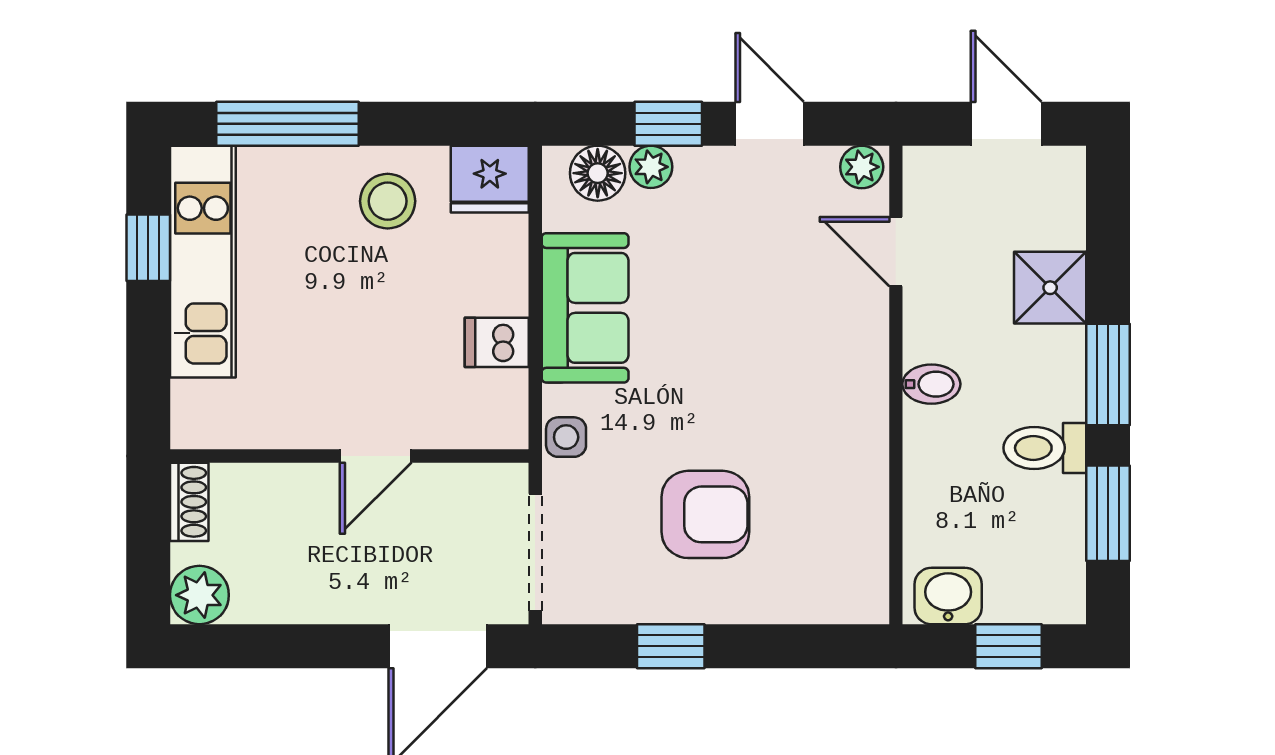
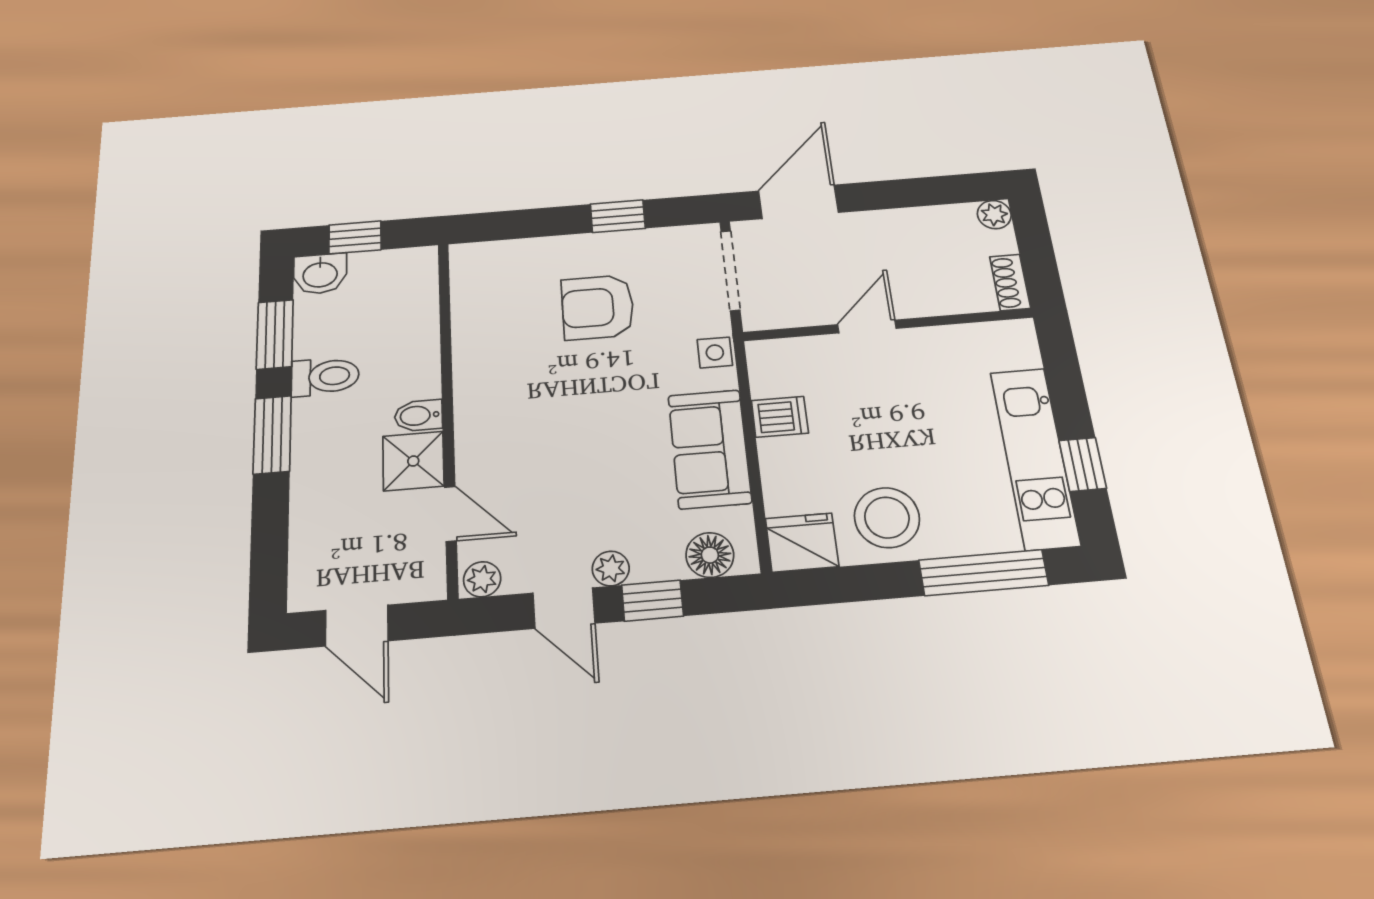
plant: (651, 167) -> (611, 569), moved
stool: (388, 201) -> (887, 518), width x1.38, depth x1.38
shower: (1050, 288) -> (413, 461), moved
plant: (199, 595) -> (994, 215), width x0.73, depth x0.73
washbasin: (948, 596) -> (320, 274), moved

